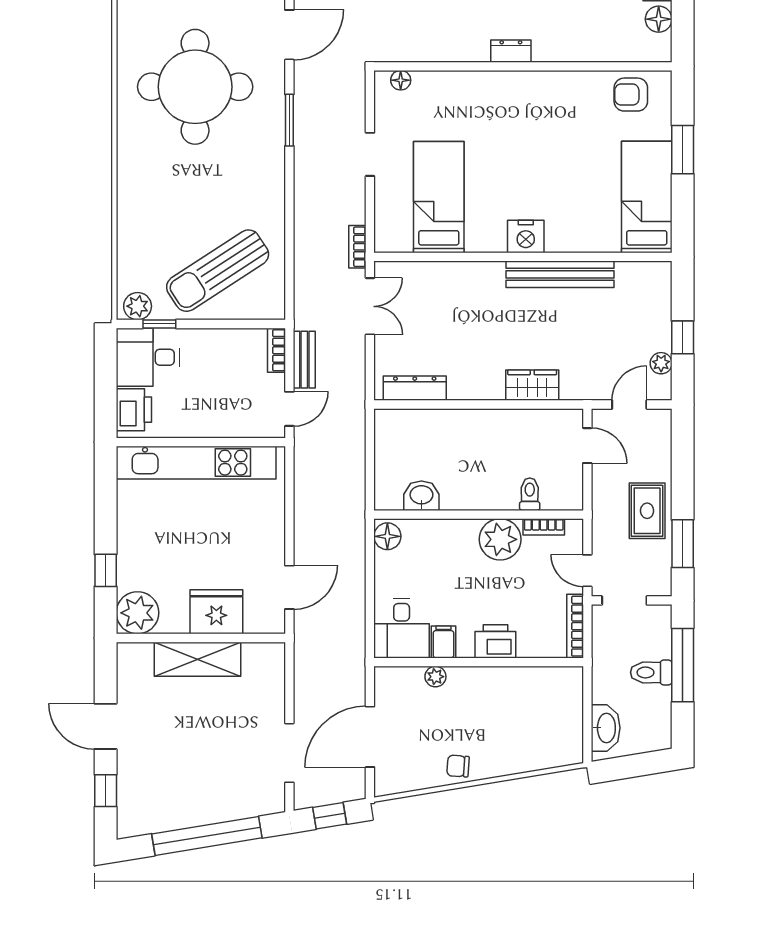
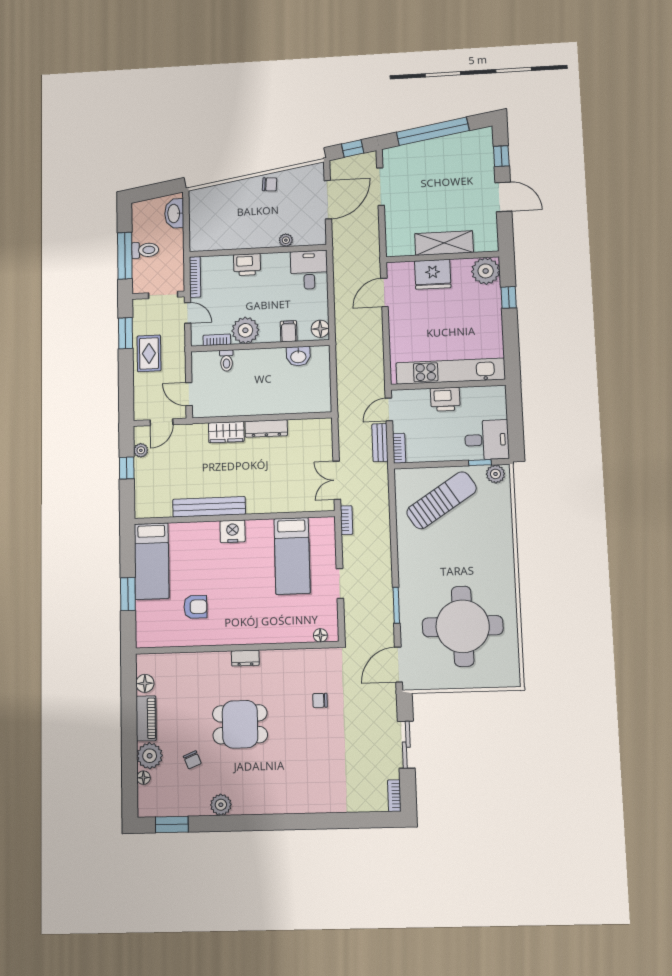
armchair: (631, 95) -> (195, 607), moved
dresser: (415, 388) -> (266, 428), moved
printer: (134, 410) -> (445, 399), moved, turned -90
filing cabinet: (443, 642) -> (289, 331), moved, turned 180

